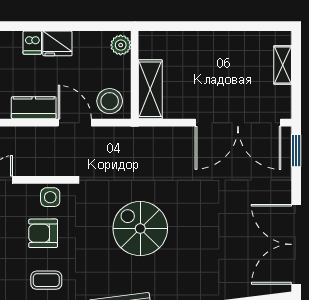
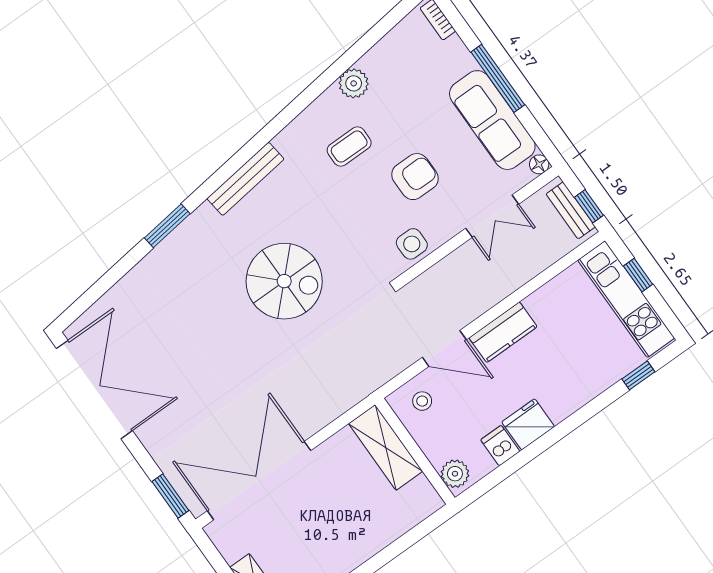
dishwasher: (32, 43) -> (500, 446), moved
stool: (110, 101) -> (422, 401), width x0.53, depth x0.53
armchair: (43, 233) -> (415, 177), moved

